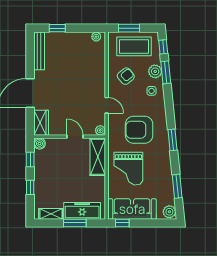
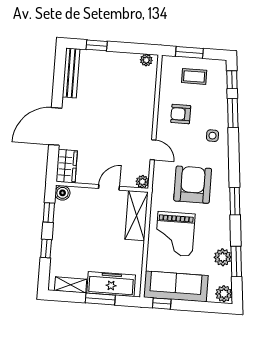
coffee table: (134, 46) -> (194, 76), width x0.54, depth x0.58
plant: (155, 71) -> (223, 257), moved
armchair: (126, 76) -> (181, 114), turned -141
armchair: (139, 130) -> (193, 185), turned 90
door: (75, 137) -> (109, 187), hinge flipped

